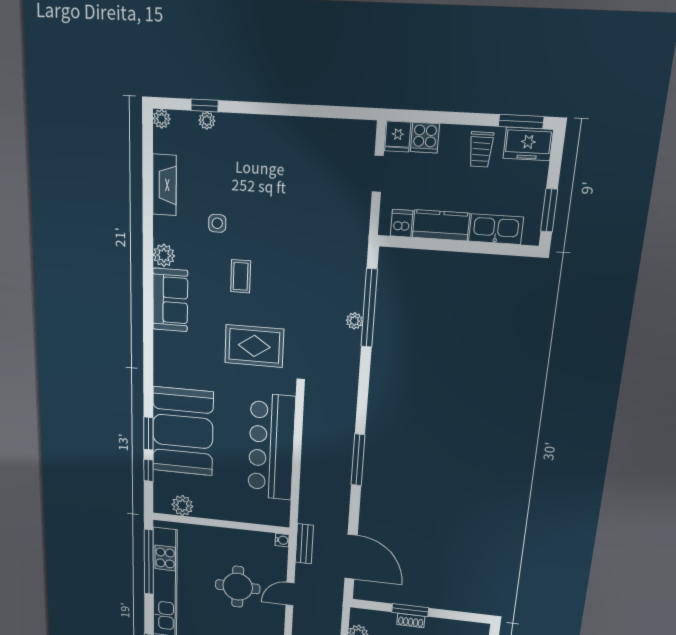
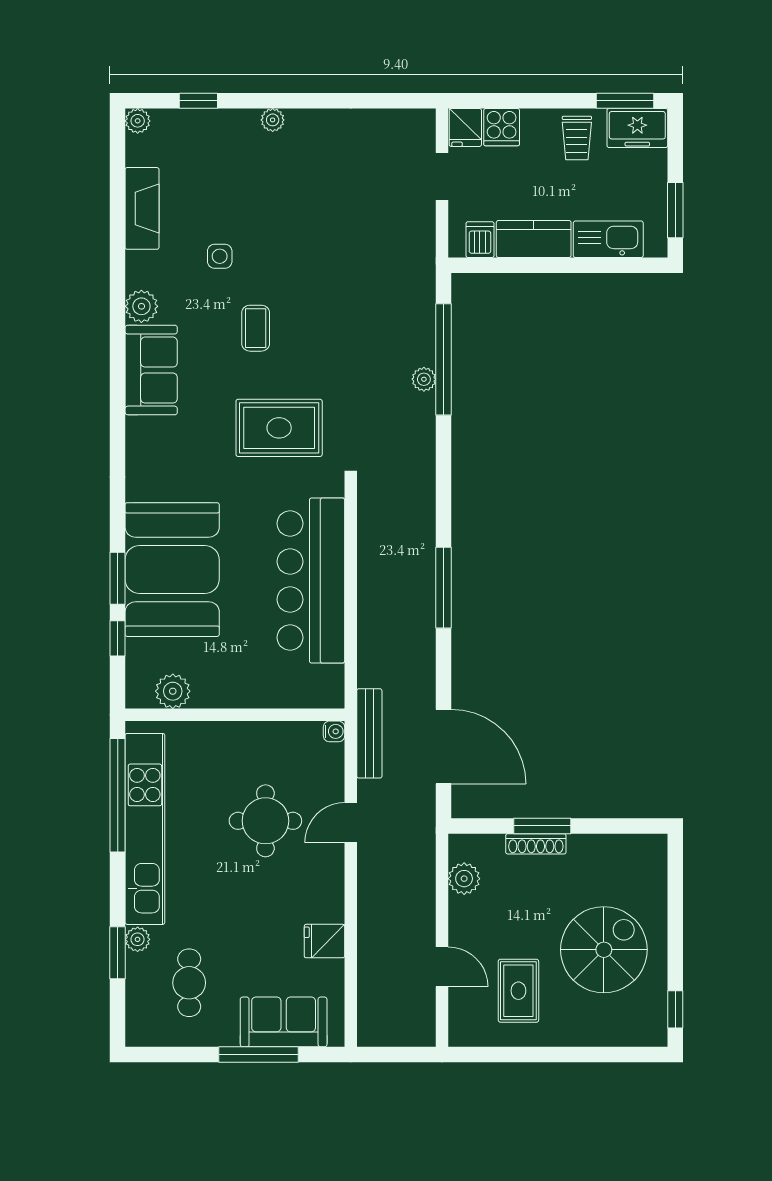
plant: (207, 121) -> (273, 120), moved
bench: (304, 544) -> (369, 733), width x1.36
shoe rack: (411, 620) -> (536, 844), width x1.43

